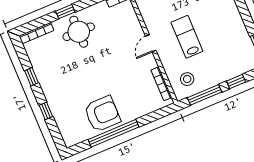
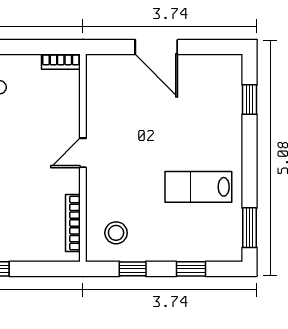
lab bench: (187, 37) -> (198, 187), moved, turned -90
window: (204, 95) -> (133, 269), width x0.46

